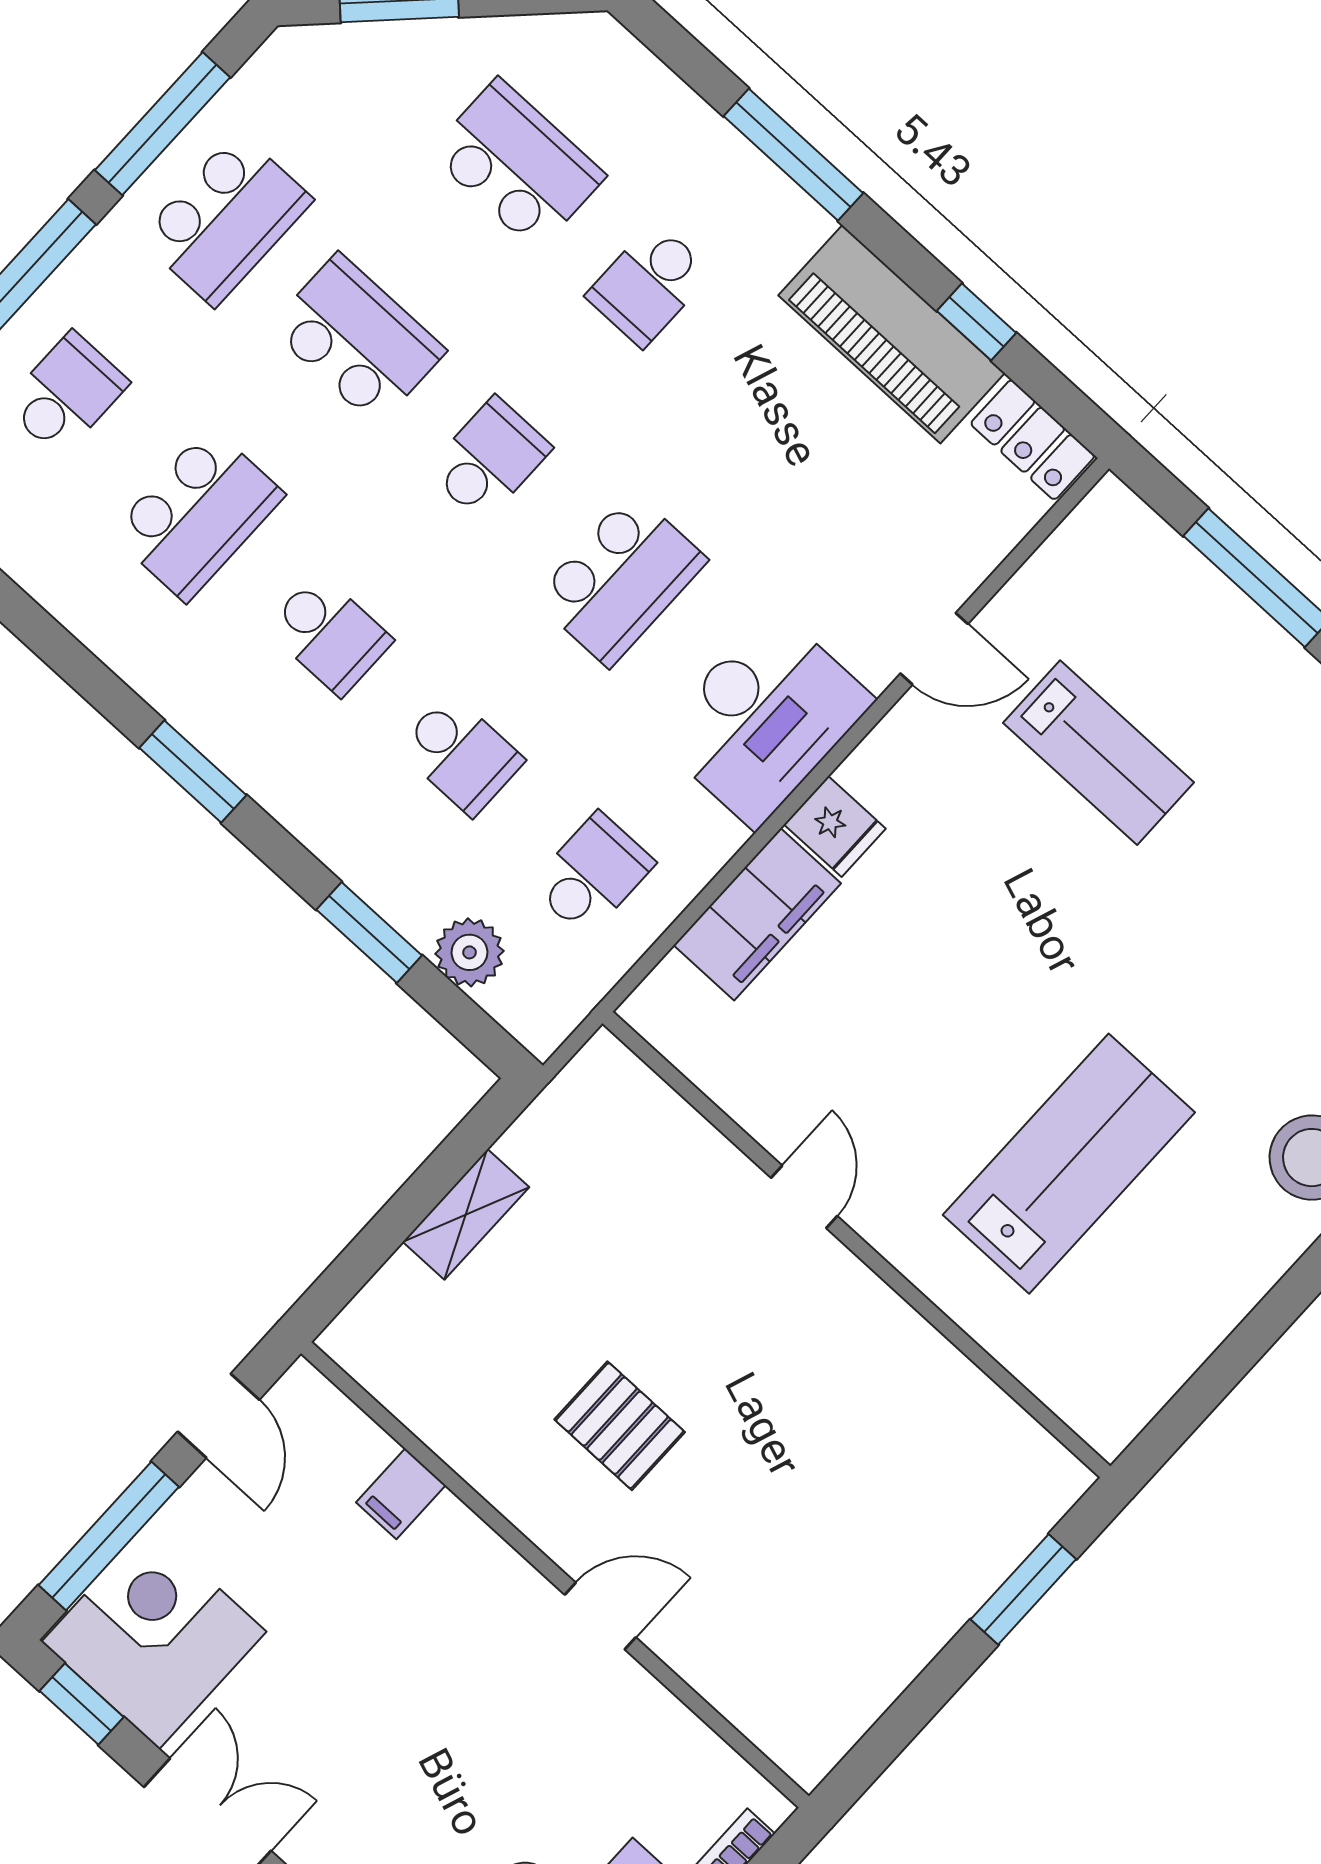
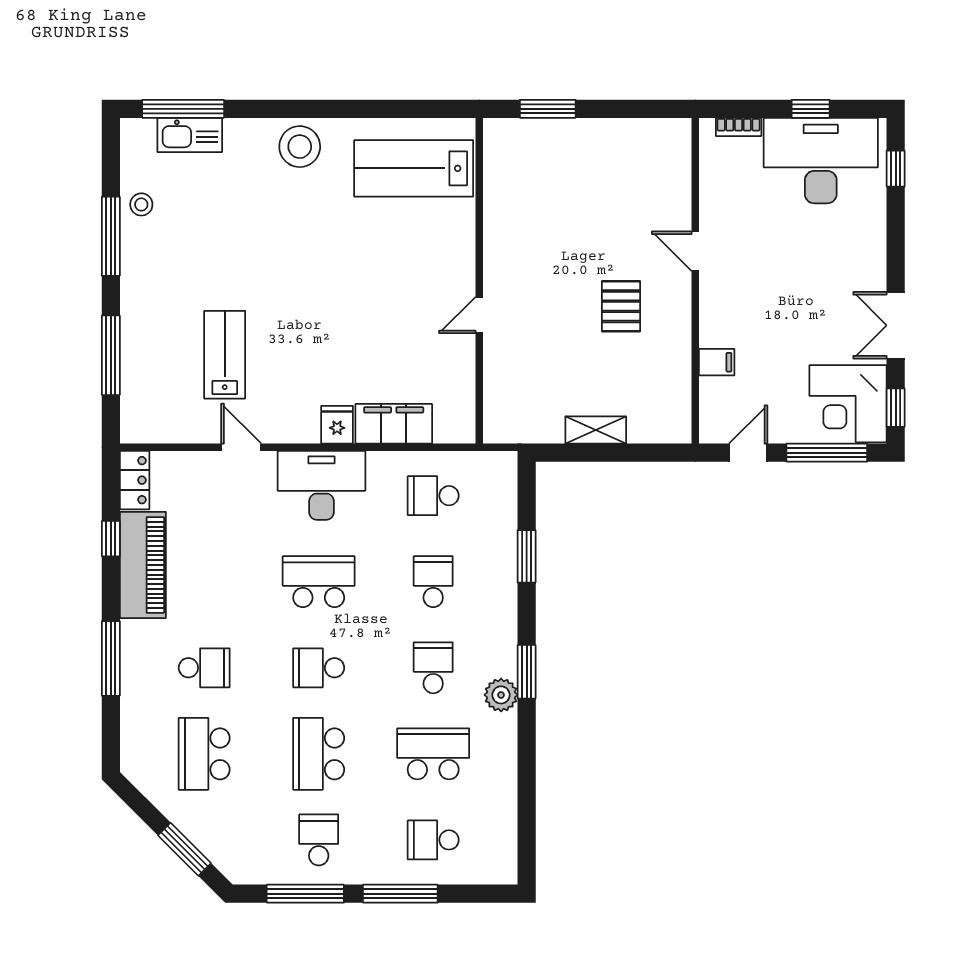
school desk: (226, 219) -> (319, 840), width x0.54
plant: (469, 952) -> (501, 695), moved
lab bench: (1069, 1164) -> (414, 168), moved

